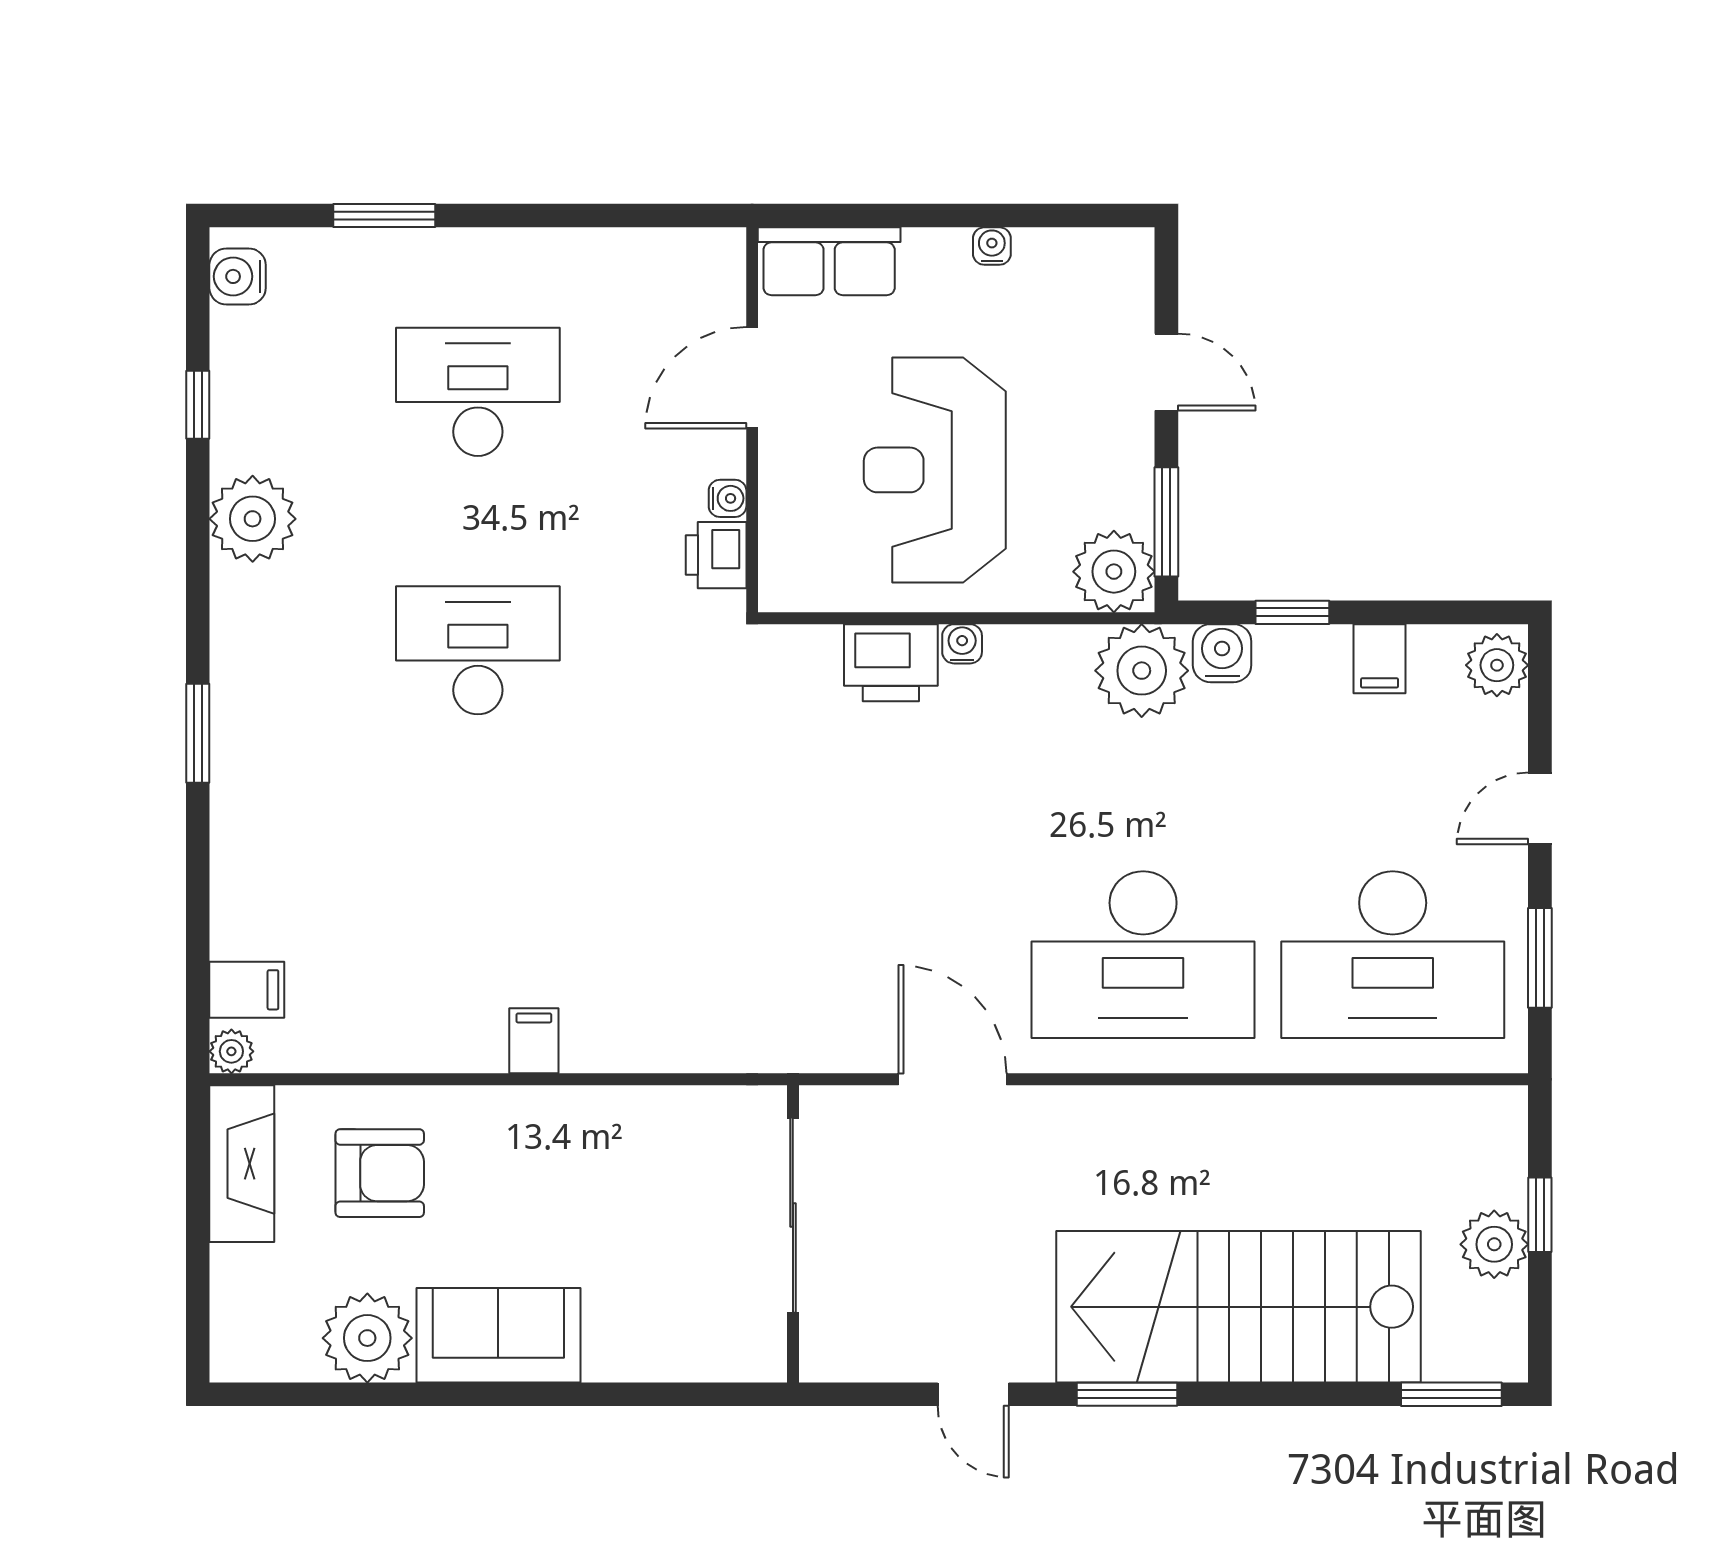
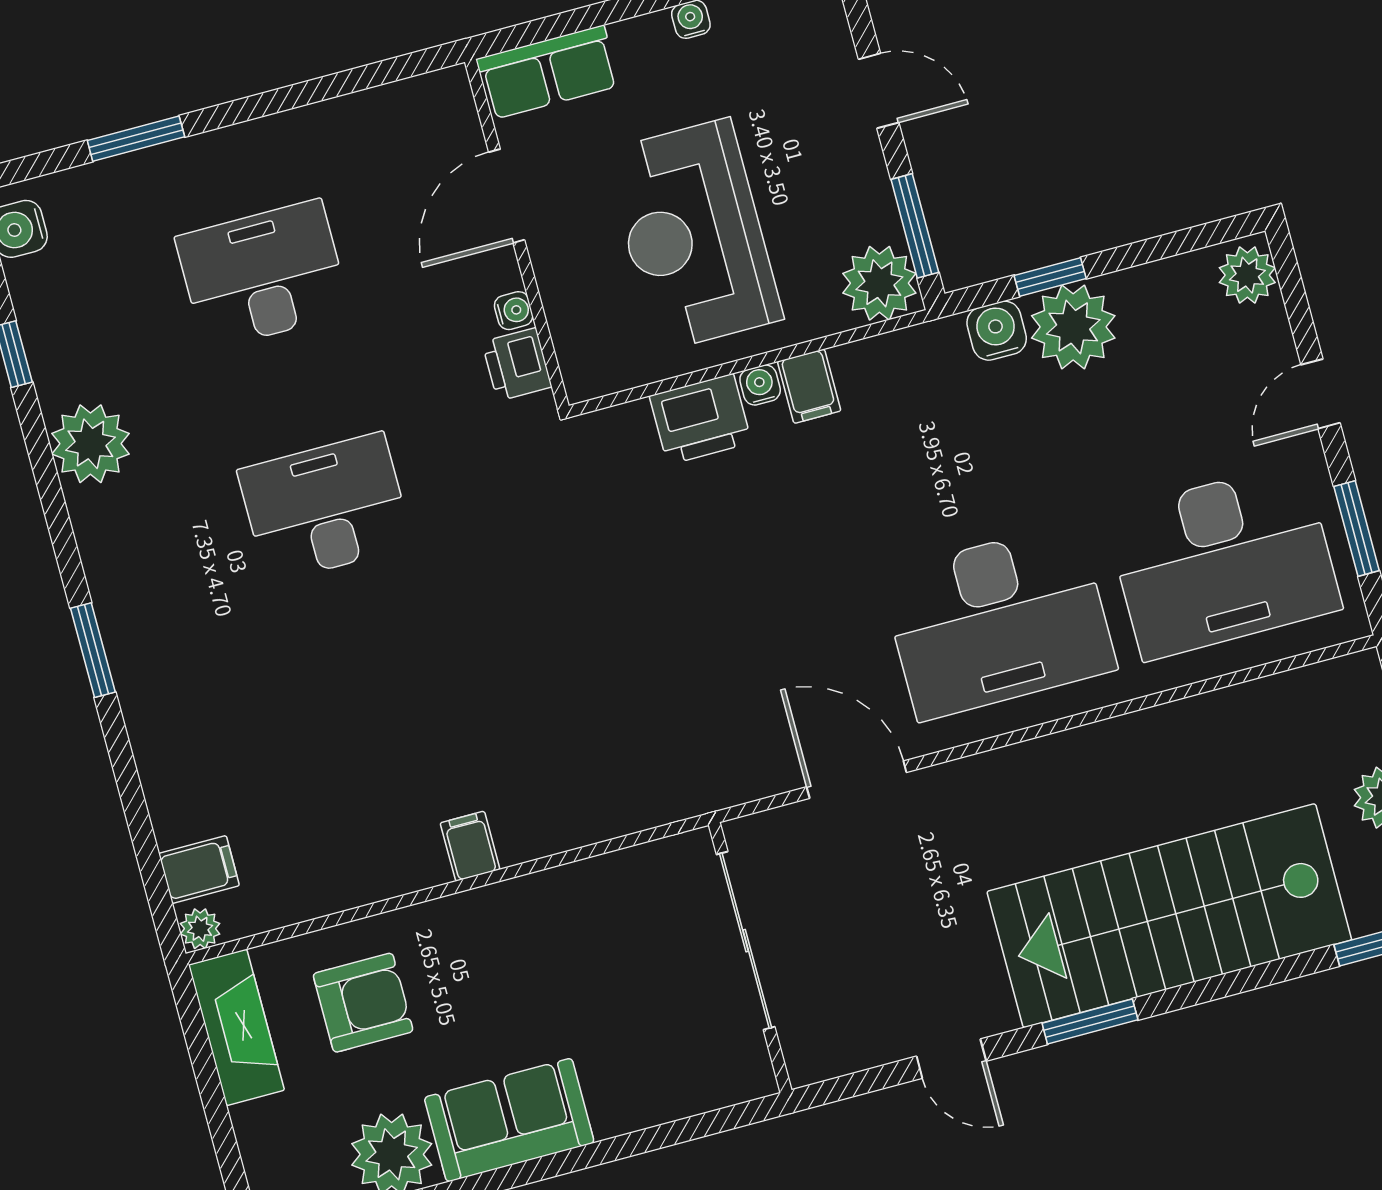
filing cabinet: (1380, 659) -> (809, 386), moved
plant: (1142, 671) -> (1073, 327), moved

